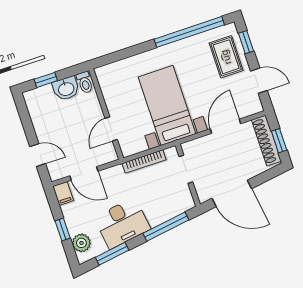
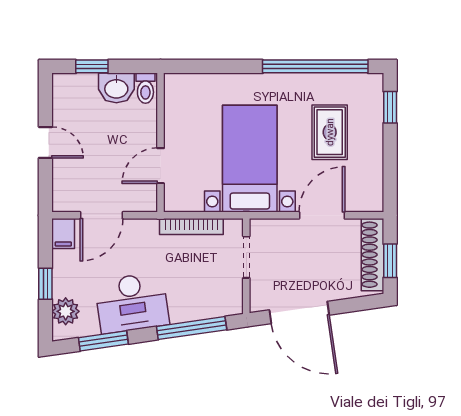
rug: (226, 57) -> (330, 132), moved
door: (259, 81) -> (390, 167), removed
door: (38, 155) -> (45, 142), moved
door: (84, 174) -> (102, 215), hinge flipped

